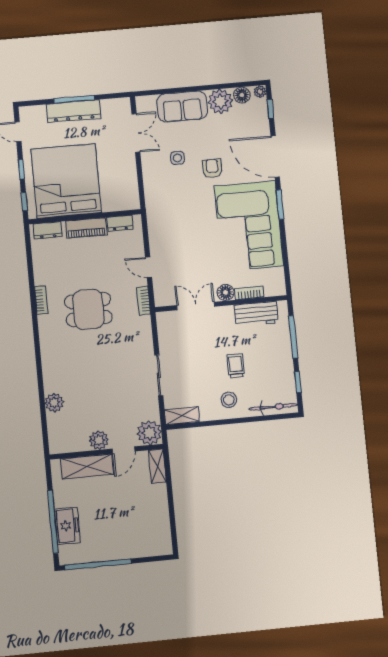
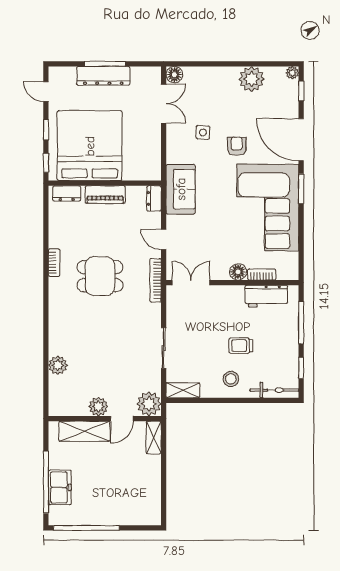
floor lamp: (242, 95) -> (174, 75), moved
sofa: (182, 107) -> (181, 189), moved, turned -90
dresser: (120, 223) -> (154, 198), moved, turned 90
bookcase: (144, 301) -> (156, 280), width x1.56
double door: (196, 306) -> (191, 283), moved
trolley: (236, 366) -> (241, 346), turned -90

